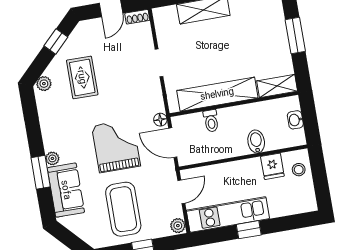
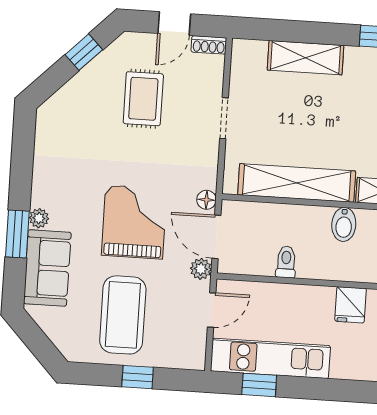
rug: (82, 77) -> (143, 99), moved
plant: (44, 84) -> (52, 108), removed
toilet: (211, 121) -> (286, 262), moved, turned 180
bidet: (256, 141) -> (344, 224), moved, turned 180
plant: (178, 226) -> (201, 269), moved
window: (249, 230) -> (259, 385), moved

